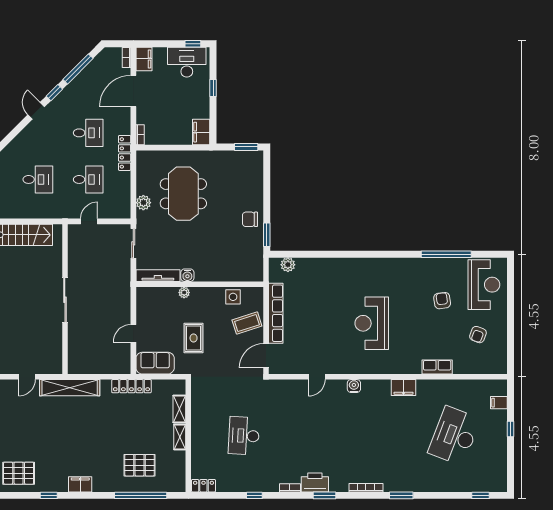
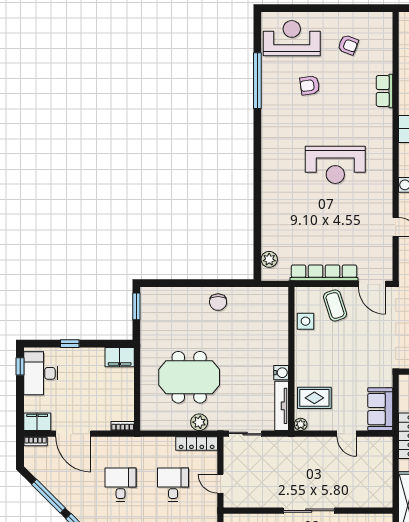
locker: (125, 153) -> (197, 443), moved
window: (267, 235) -> (235, 283), removed
plant: (184, 293) -> (301, 424), moved
rug: (194, 338) -> (314, 398), moved

